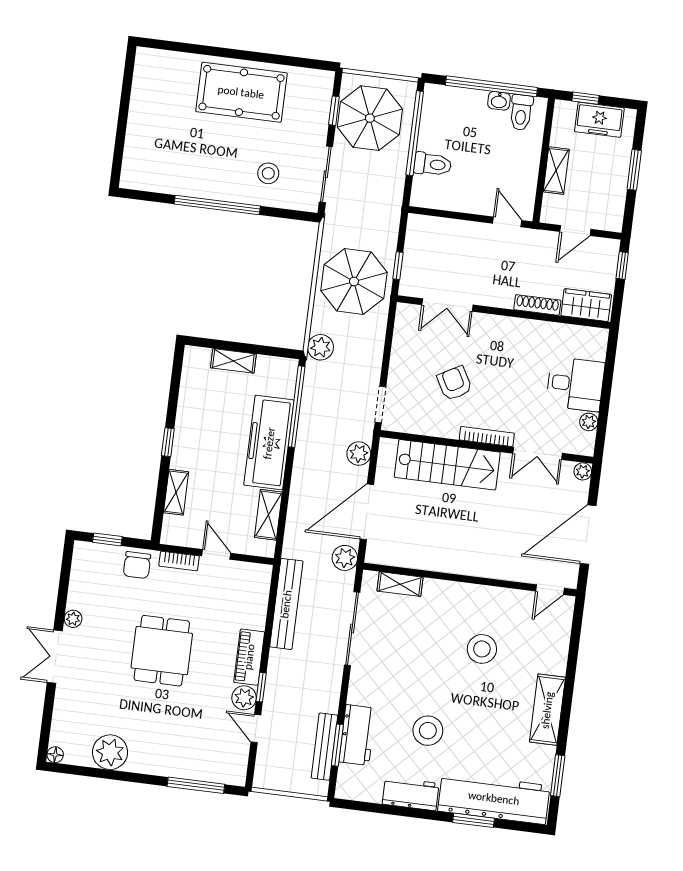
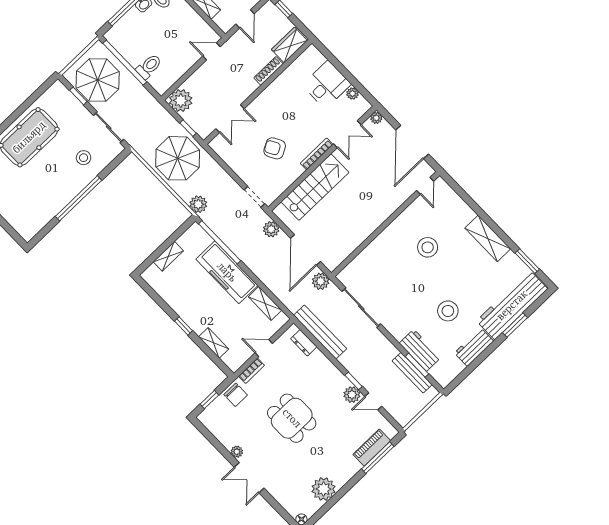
plant: (423, 232) -> (181, 100), added
shelving: (400, 584) -> (358, 263), removed
dresser: (259, 595) -> (304, 343), added
piano: (249, 657) -> (372, 448), moved, turned 90

